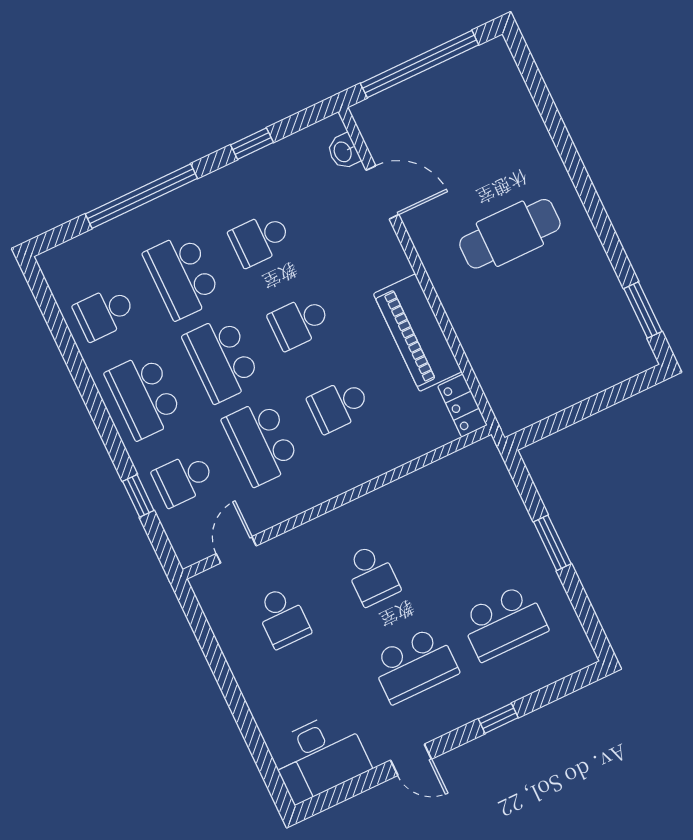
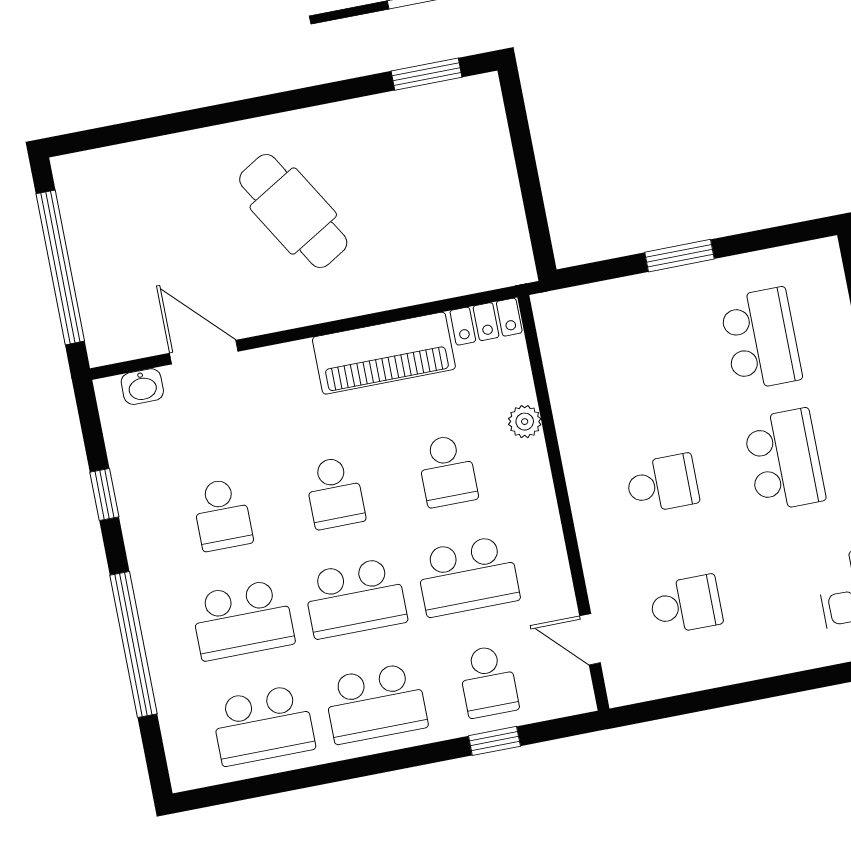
door: (382, 192) -> (204, 352), hinge flipped
cafe table: (510, 234) -> (293, 211), turned -31
school desk: (105, 313) -> (263, 725), width x1.85
plant: (393, 456) -> (525, 422), added

